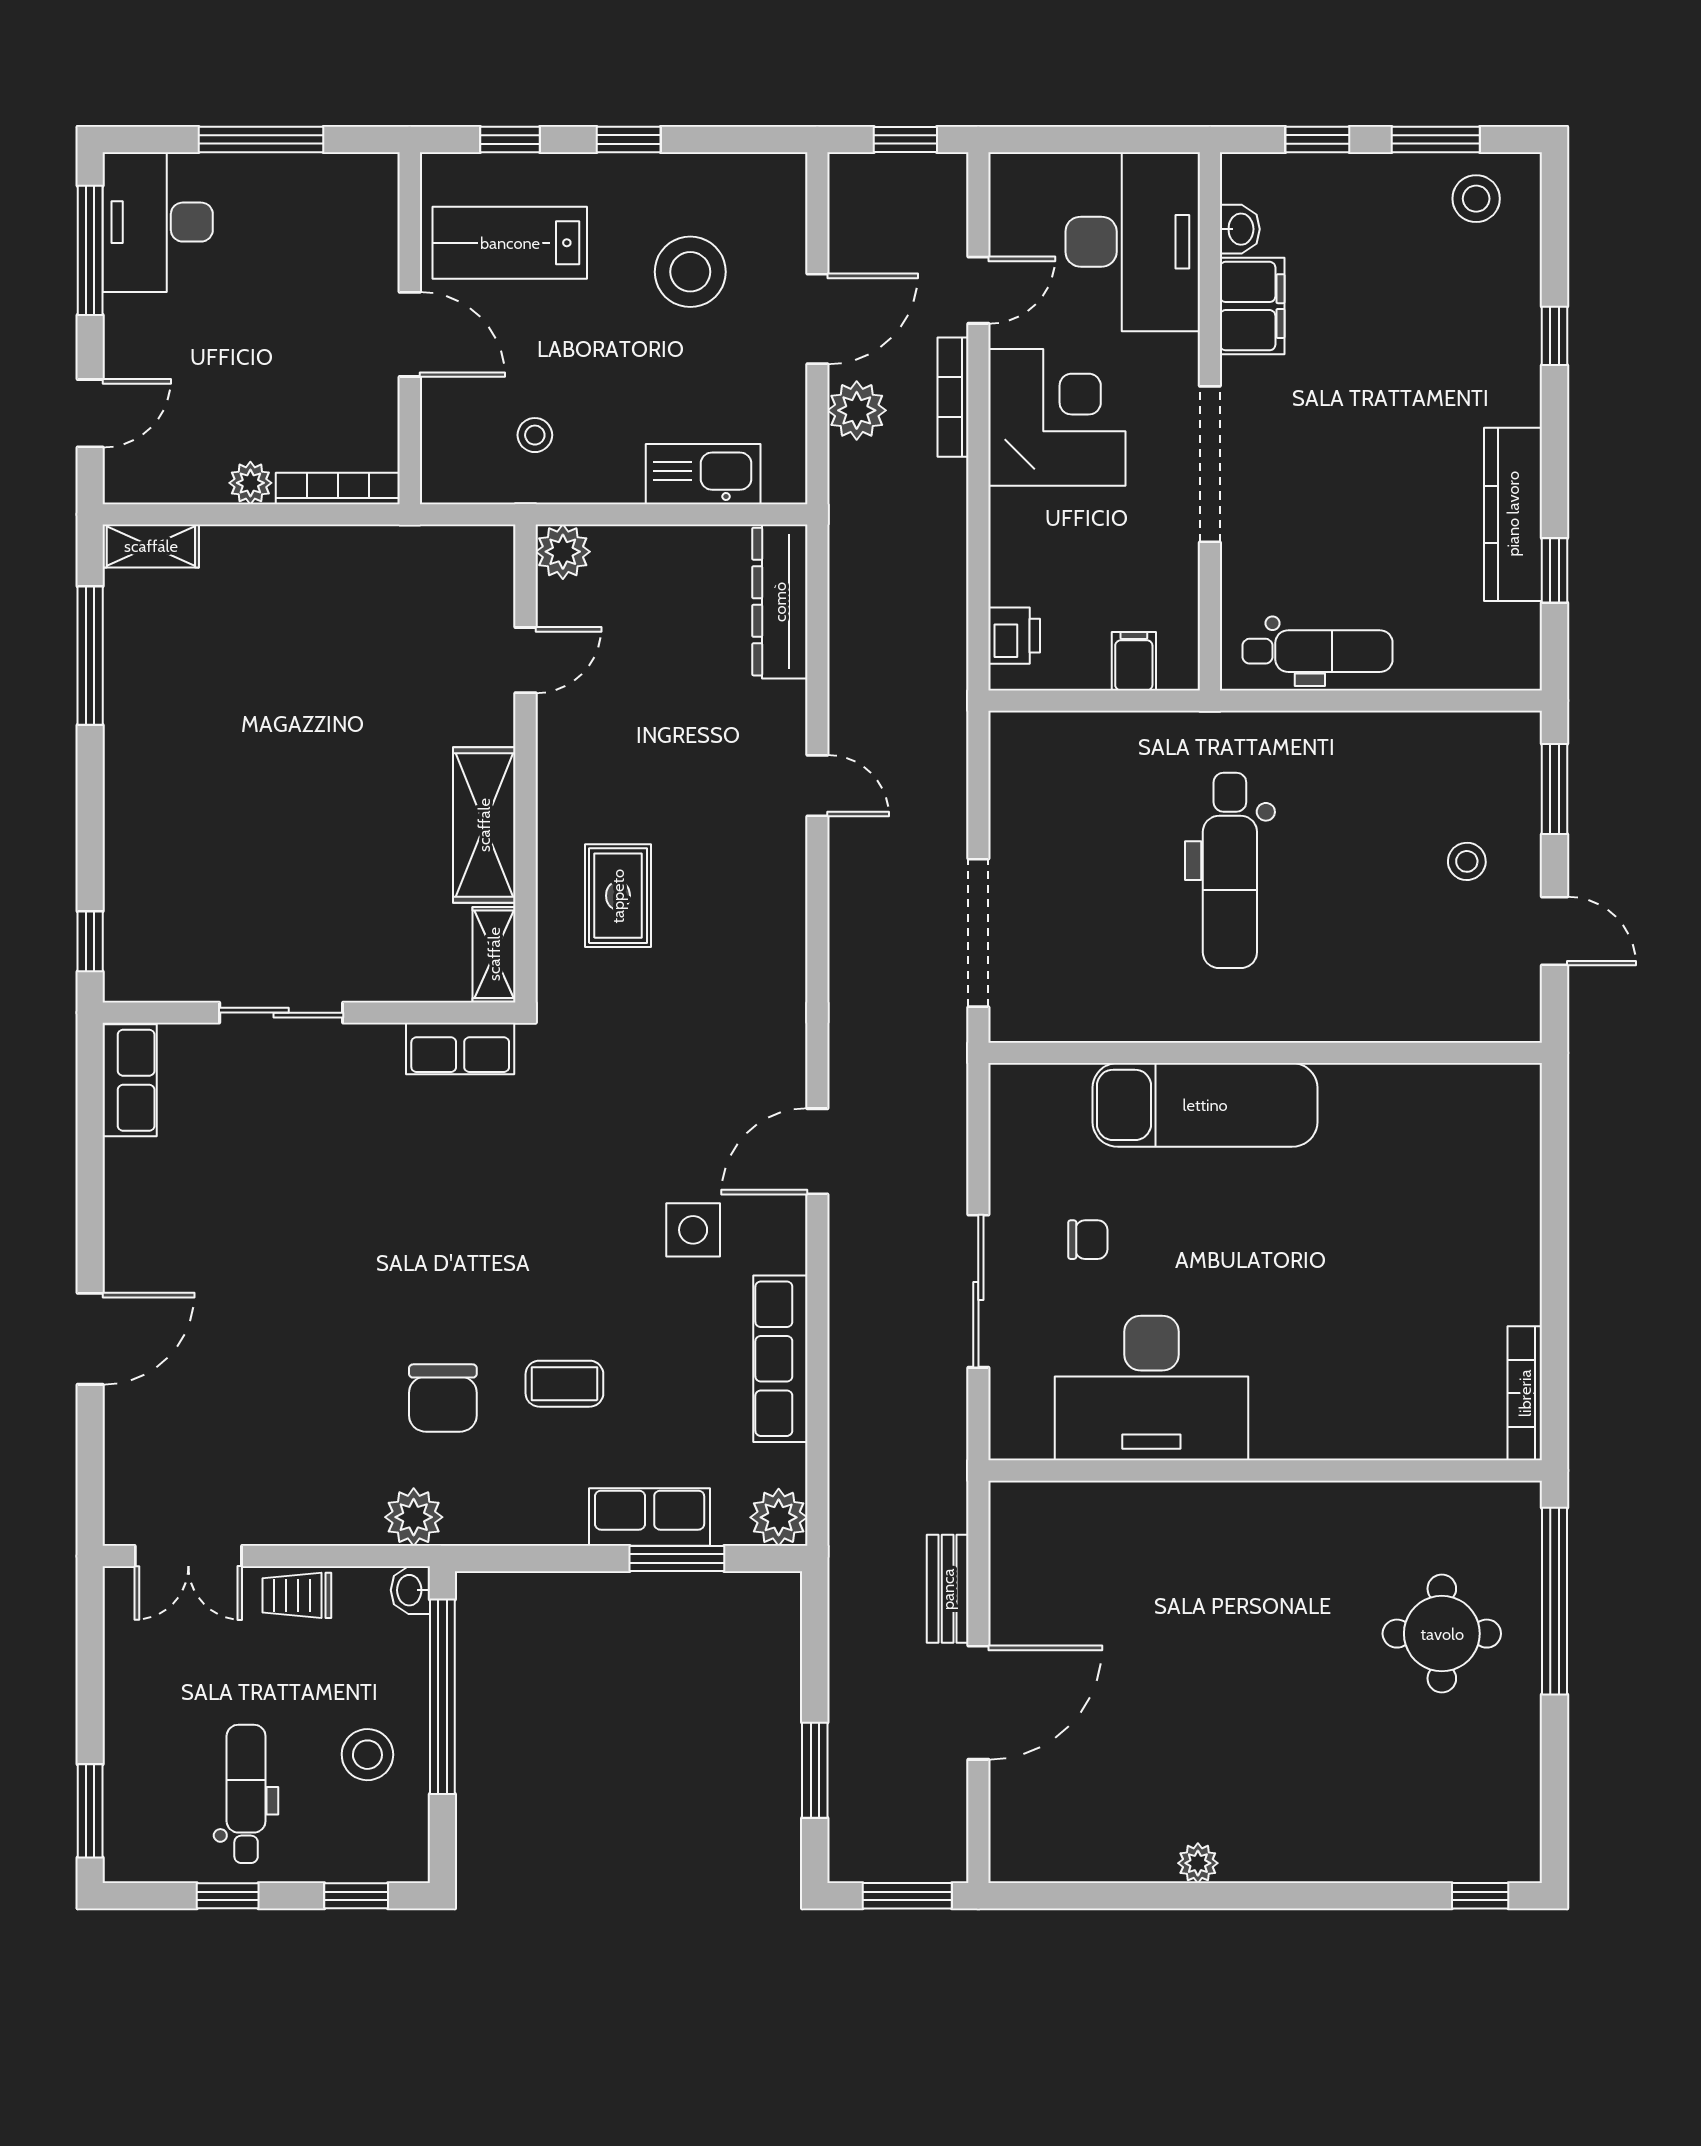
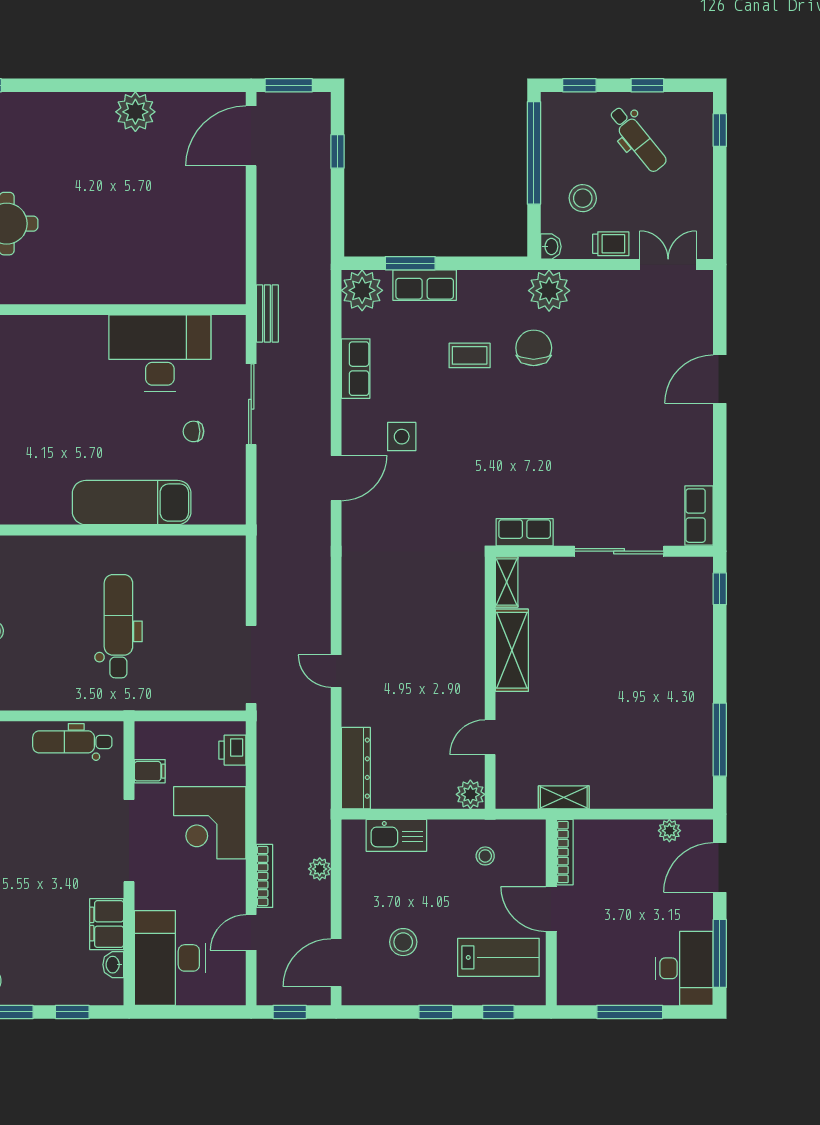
stool: (690, 272) -> (403, 942), width x0.73, depth x0.73
door: (817, 319) -> (336, 963), moved
plant: (857, 410) -> (320, 869), width x0.73, depth x0.73
door: (90, 413) -> (720, 867), width x1.38
corner desk: (1057, 417) -> (210, 823), moved
plant: (250, 483) -> (669, 831), moved
bookcase: (338, 488) -> (565, 852), moved, turned -90
shelving: (151, 546) -> (564, 797), moved
filing cabinet: (1134, 661) -> (150, 771), moved, turned -90
rug: (618, 896) -> (441, 613), removed
doorway: (978, 933) -> (251, 665), moved
sliding door: (281, 1013) -> (619, 551), width x1.37
row of seats: (780, 1359) -> (356, 369), width x0.68
plant: (414, 1517) -> (549, 291), width x1.36, depth x1.36
plant: (779, 1517) -> (362, 290), width x1.36, depth x1.36
bench: (948, 1589) -> (267, 314), moved
window: (442, 1697) -> (534, 153), moved
door: (978, 1703) -> (251, 136), moved
stool: (367, 1755) -> (583, 198), moved
window: (815, 1770) -> (337, 151), width x0.67
dental chair: (246, 1794) -> (638, 139), turned -39
window: (90, 1811) -> (720, 130), width x0.67
plant: (1198, 1863) -> (135, 112), width x1.88, depth x1.88

